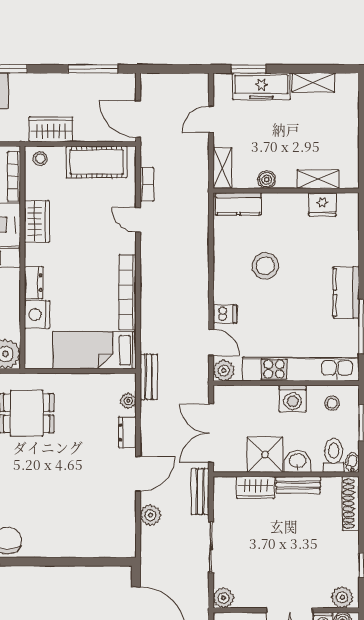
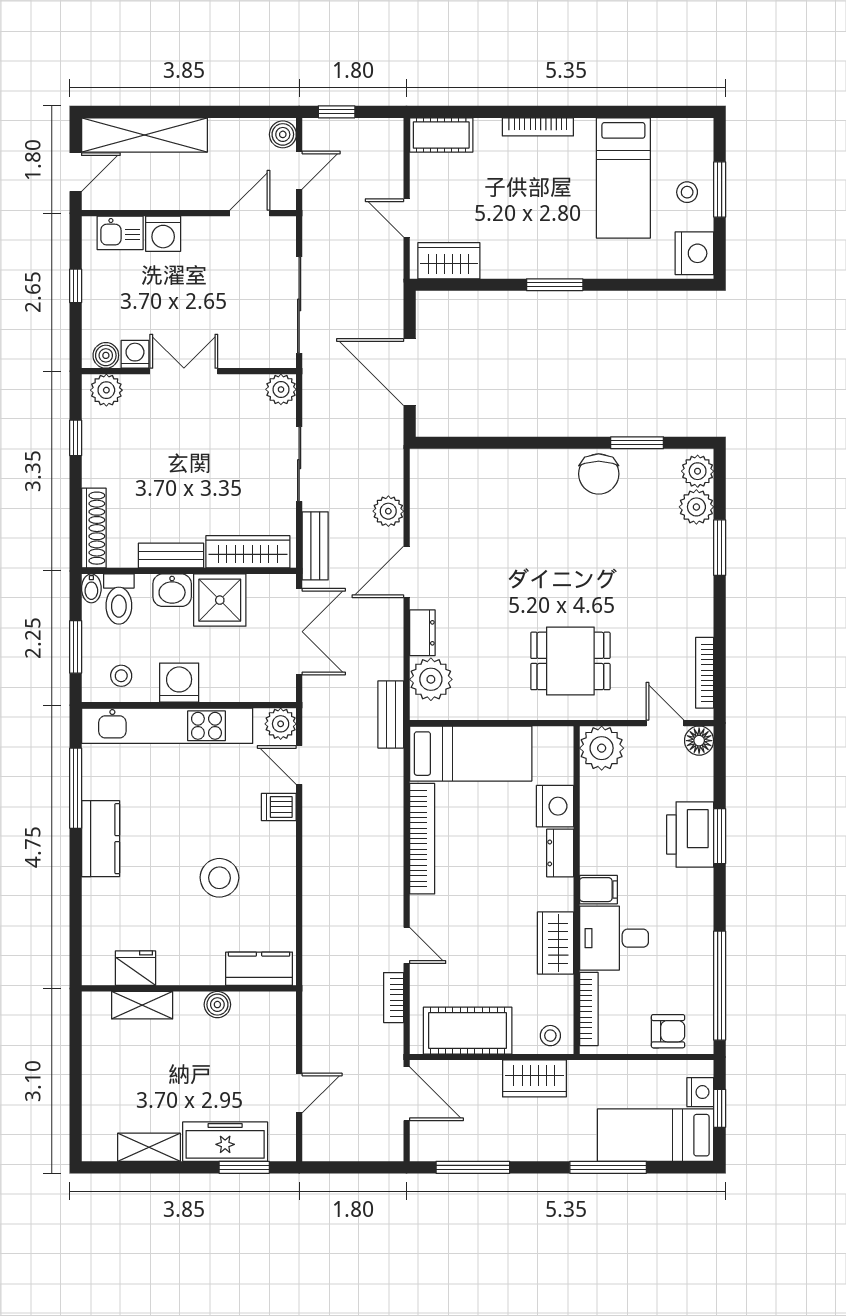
shelving: (222, 168) -> (283, 1022), removed
plant: (128, 401) -> (431, 679), width x1.88, depth x1.88
wardrobe: (255, 487) -> (248, 552), width x1.50

